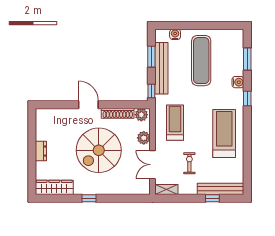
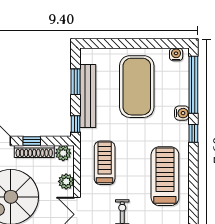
water cooler: (175, 34) -> (176, 54), moved
window: (247, 59) -> (193, 85), width x2.11
exercise mat: (201, 61) -> (137, 87), width x1.47
window: (116, 105) -> (32, 141), added

